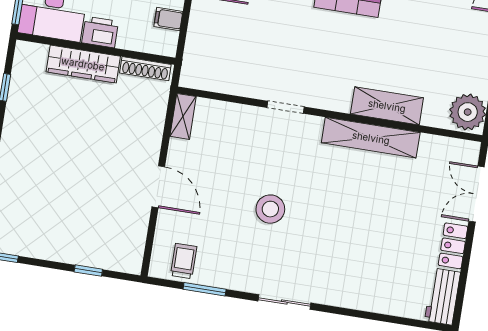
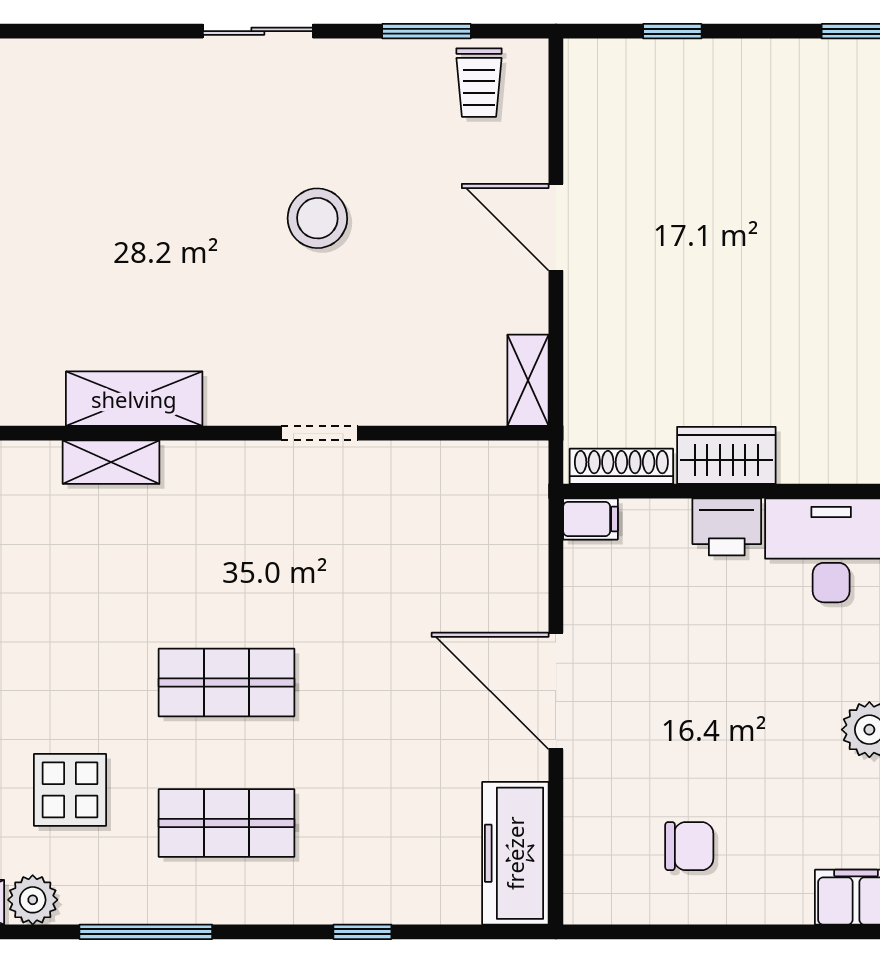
filing cabinet: (168, 19) -> (590, 519), moved
wardrobe: (83, 64) -> (726, 455), width x0.67
shelving: (387, 106) -> (111, 462), width x0.67, depth x0.75
shelving: (371, 138) -> (134, 399), width x0.68

